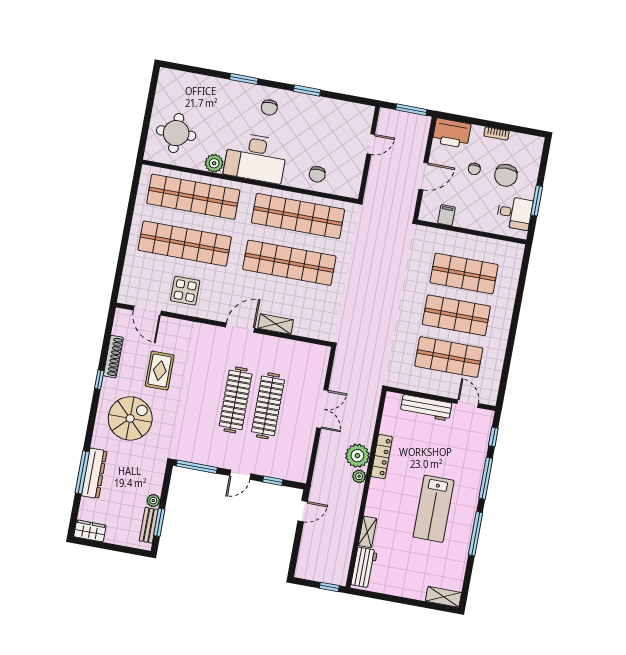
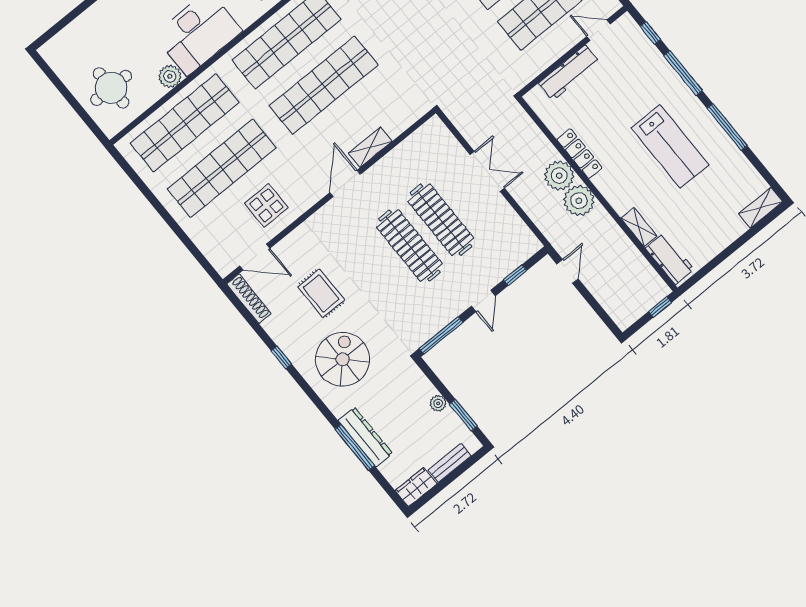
shoe rack: (113, 357) -> (249, 299), moved
plant: (359, 476) -> (579, 201), width x1.87, depth x1.87
bench: (149, 525) -> (450, 463), moved, turned 90

